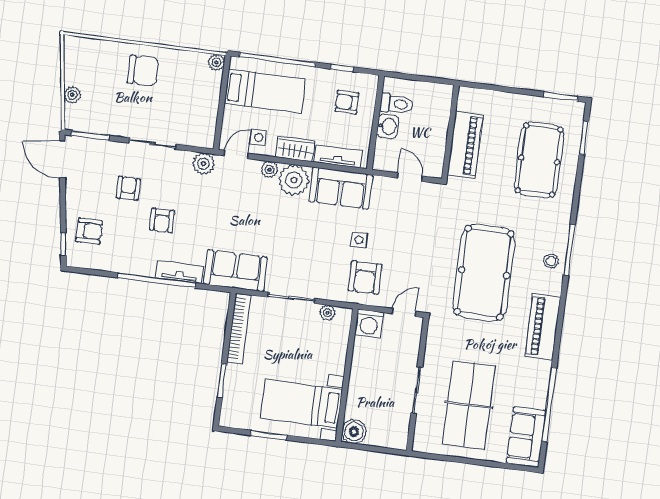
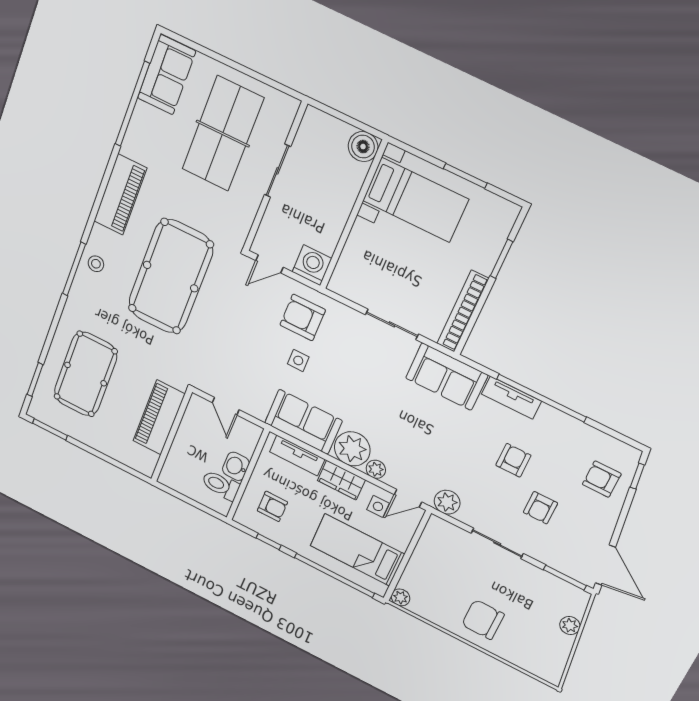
armchair: (365, 278) -> (303, 317), turned -90
plant: (327, 313) -> (356, 294), removed

